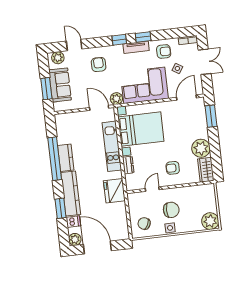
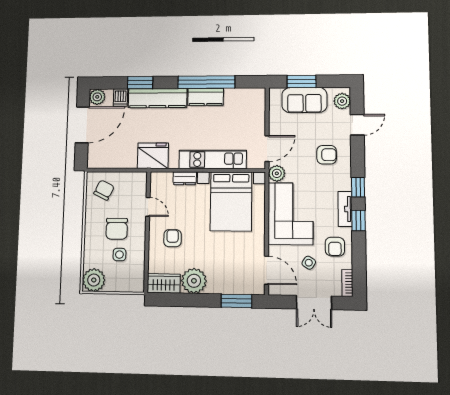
side table: (170, 228) -> (119, 255), moved

